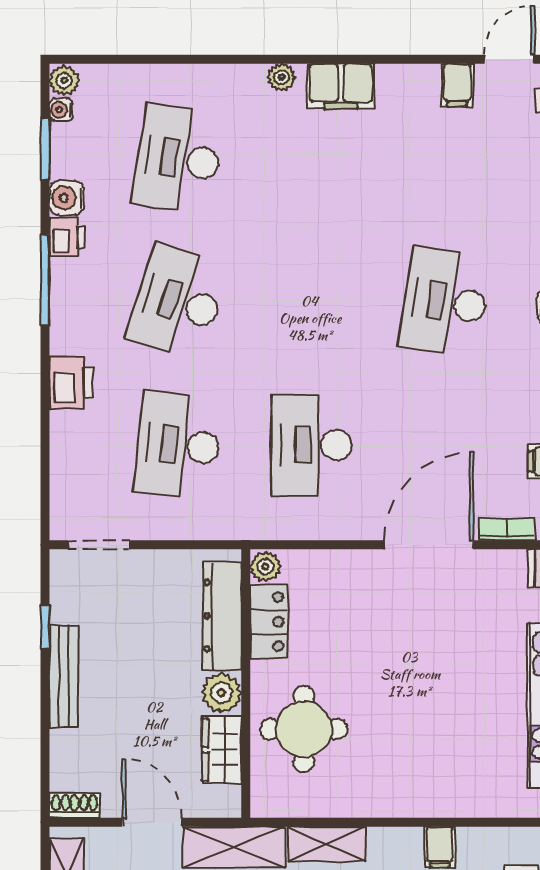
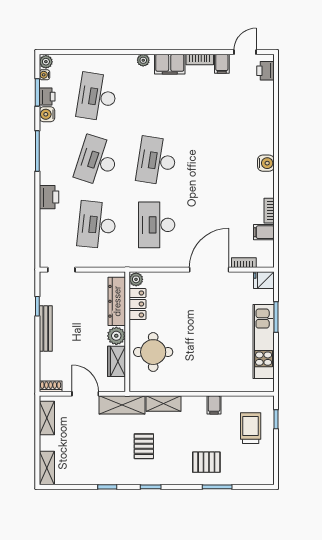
bookcase: (408, 76) -> (200, 60), added
printer: (67, 237) -> (47, 97), moved
desk: (445, 302) -> (157, 161), moved

